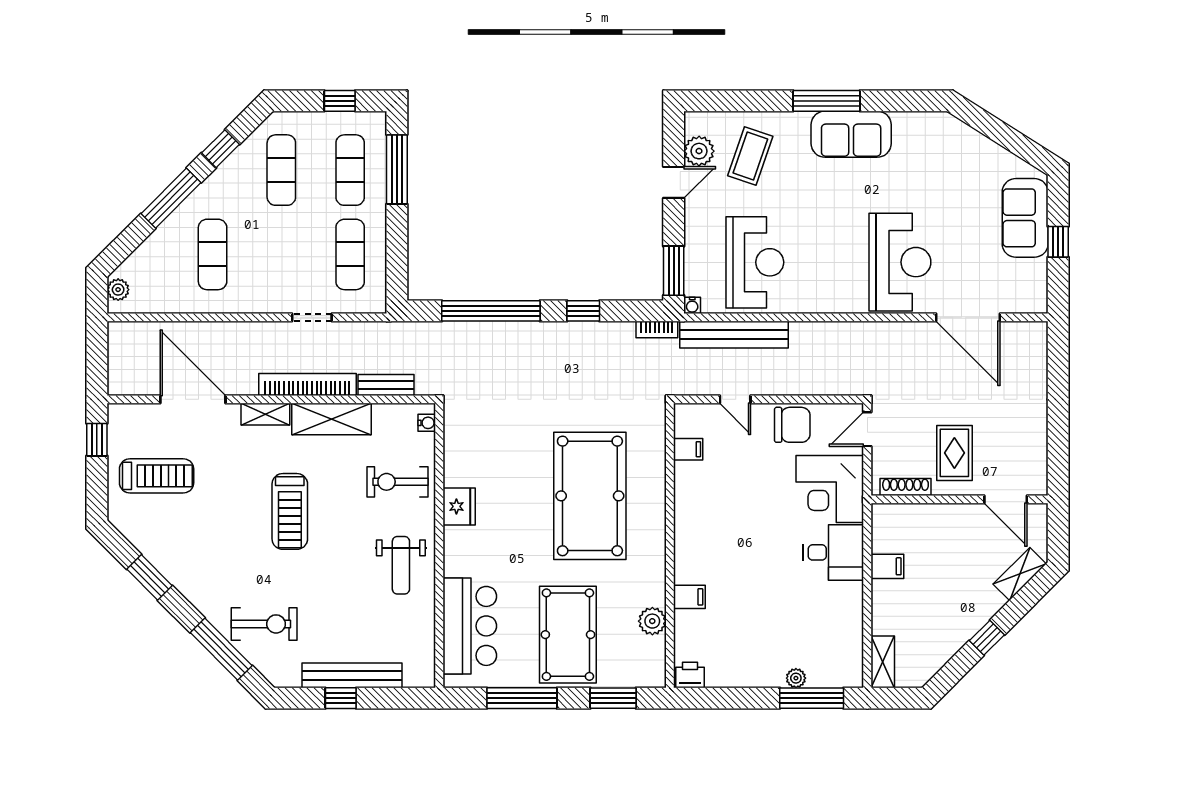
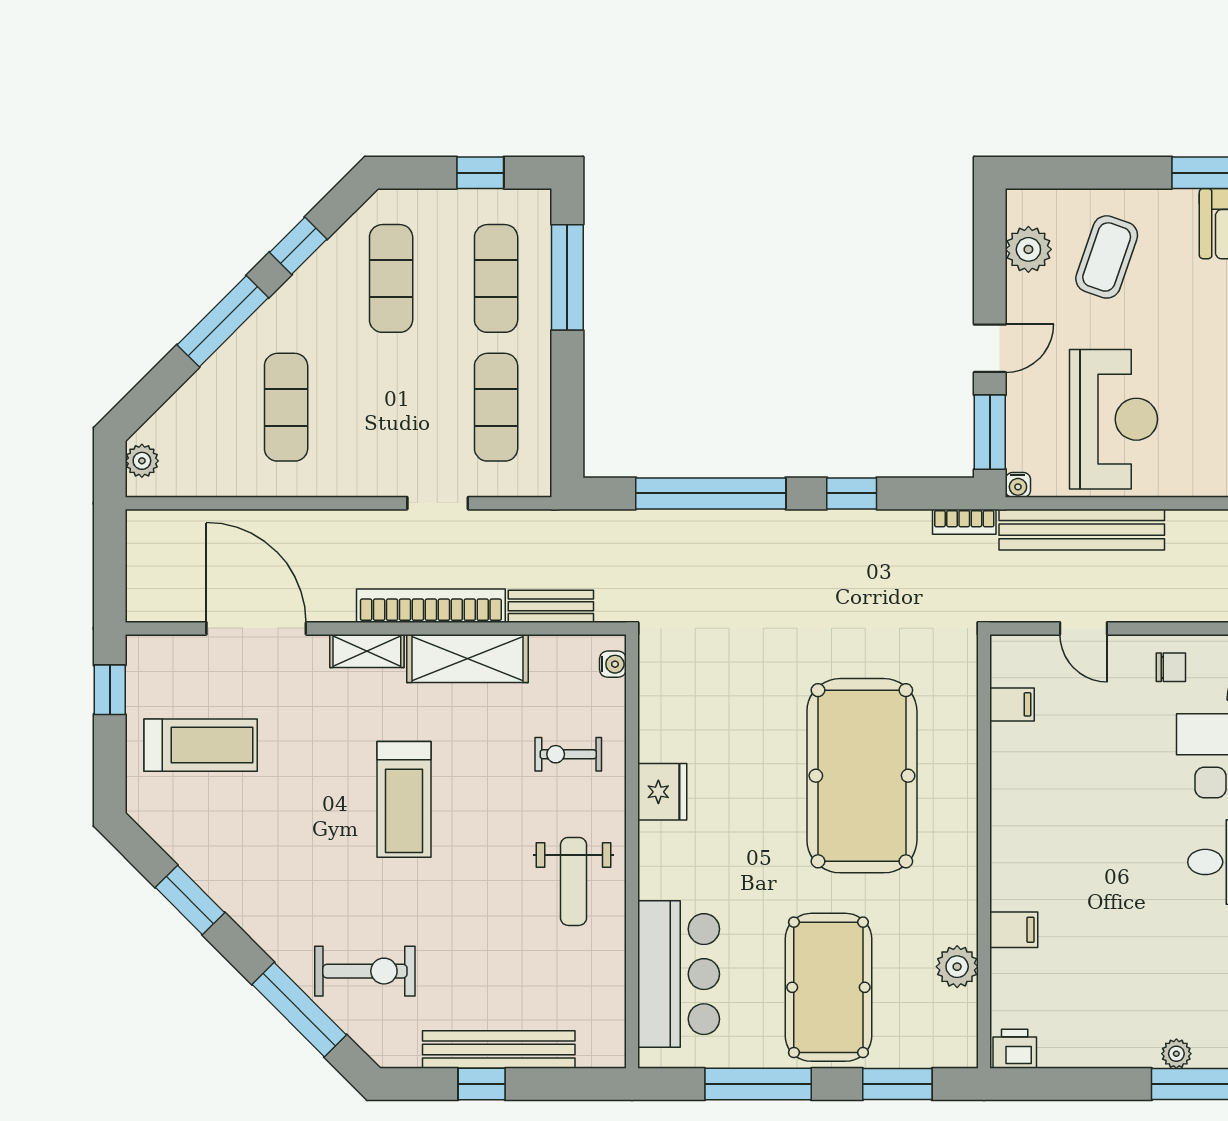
door: (674, 182) -> (990, 348), moved
chair: (792, 425) -> (1171, 667), width x0.54, depth x0.54
exercise bike: (397, 482) -> (568, 754), width x0.73, depth x0.72

